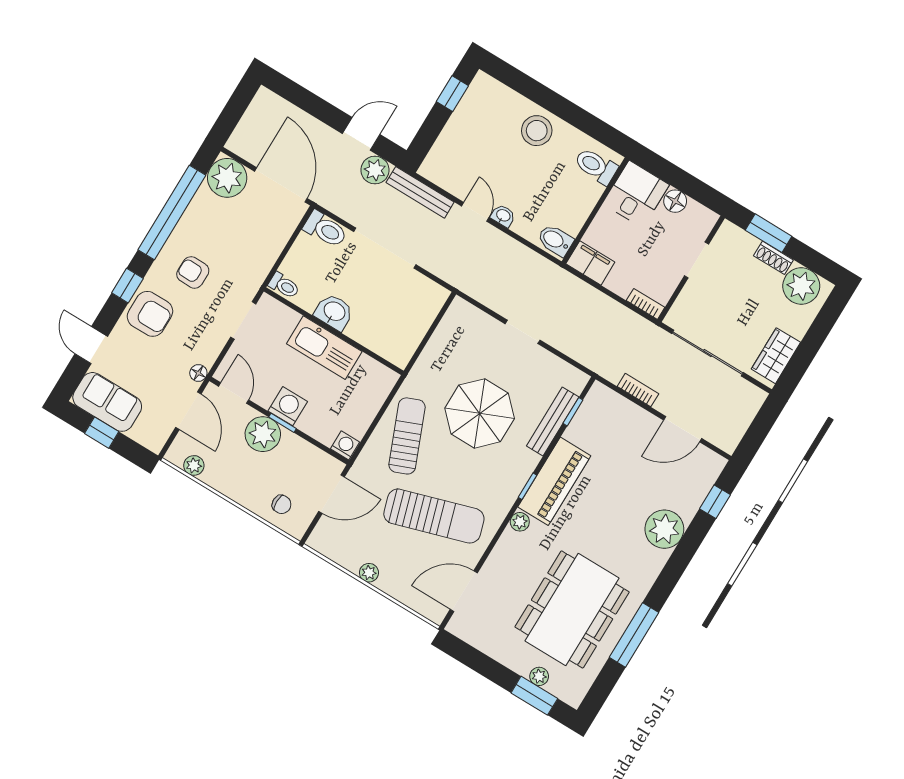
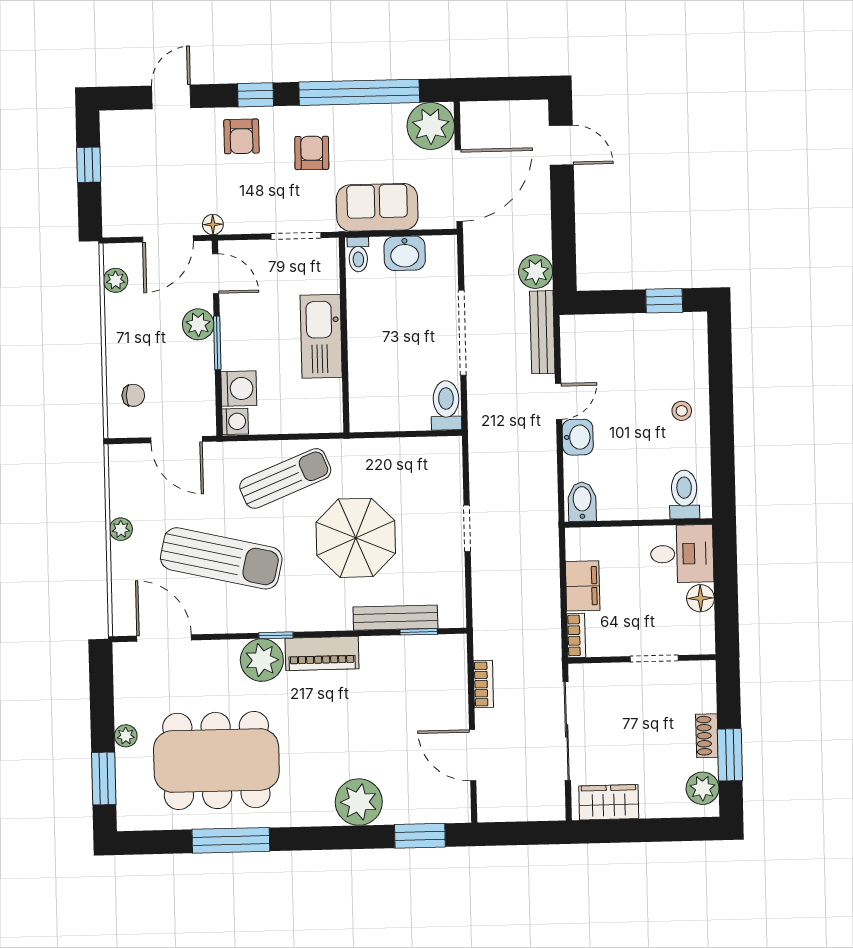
stool: (537, 131) -> (682, 411), width x0.53, depth x0.53
door: (361, 134) -> (561, 145), moved
washbasin: (503, 216) -> (578, 437), width x1.38, depth x1.45
toilet: (325, 229) -> (446, 405), moved, turned 180
window: (769, 233) -> (730, 755), moved
filing cabinet: (590, 263) -> (583, 586), moved
plant: (801, 286) -> (703, 788), width x0.73, depth x0.73
washbasin: (334, 312) -> (405, 253), moved, turned 90
armchair: (150, 314) -> (241, 136), width x0.72, depth x0.72
door: (234, 393) -> (216, 274), hinge flipped
sofa: (107, 402) -> (377, 207), moved, turned -90
washing machine: (288, 406) -> (239, 389), moved
window: (283, 423) -> (217, 343), width x1.50
plant: (263, 434) -> (198, 324), width x0.73, depth x0.73
piano: (554, 481) -> (322, 653), width x0.73, depth x0.75
window: (528, 486) -> (276, 635), moved
window: (715, 502) -> (420, 836), width x1.50
chair: (282, 504) -> (133, 395), turned -90
sun lounger: (434, 516) -> (221, 558), turned -60
plant: (520, 522) -> (262, 660), width x1.88, depth x1.88
plant: (539, 676) -> (126, 736), moved

